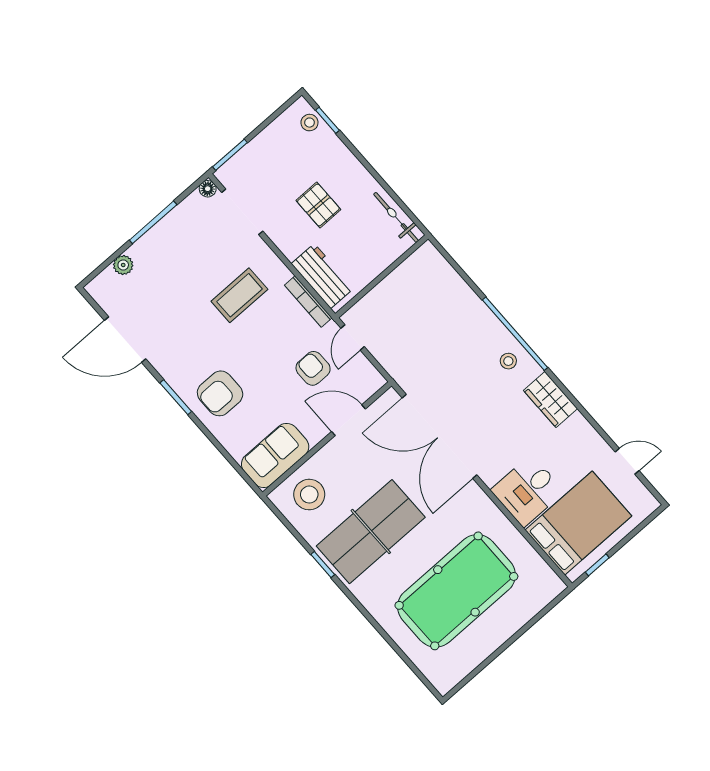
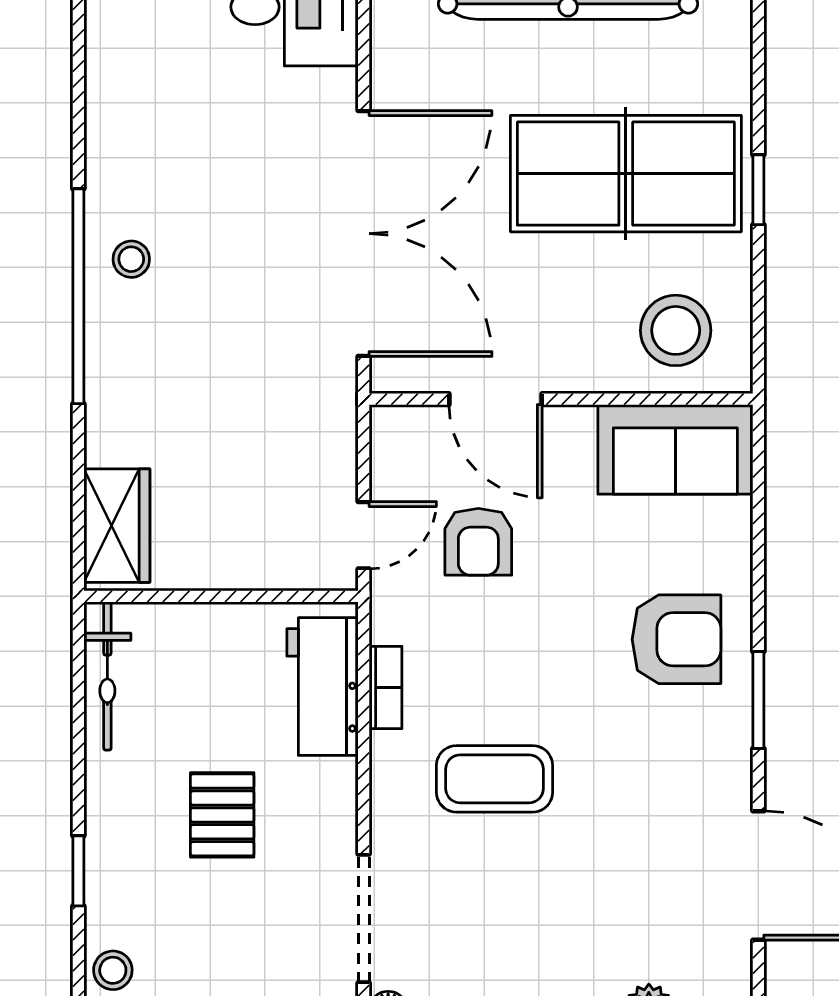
window: (327, 120) -> (78, 871), moved
bookcase: (308, 301) -> (385, 687), width x0.64
wardrobe: (551, 400) -> (117, 526), moved

